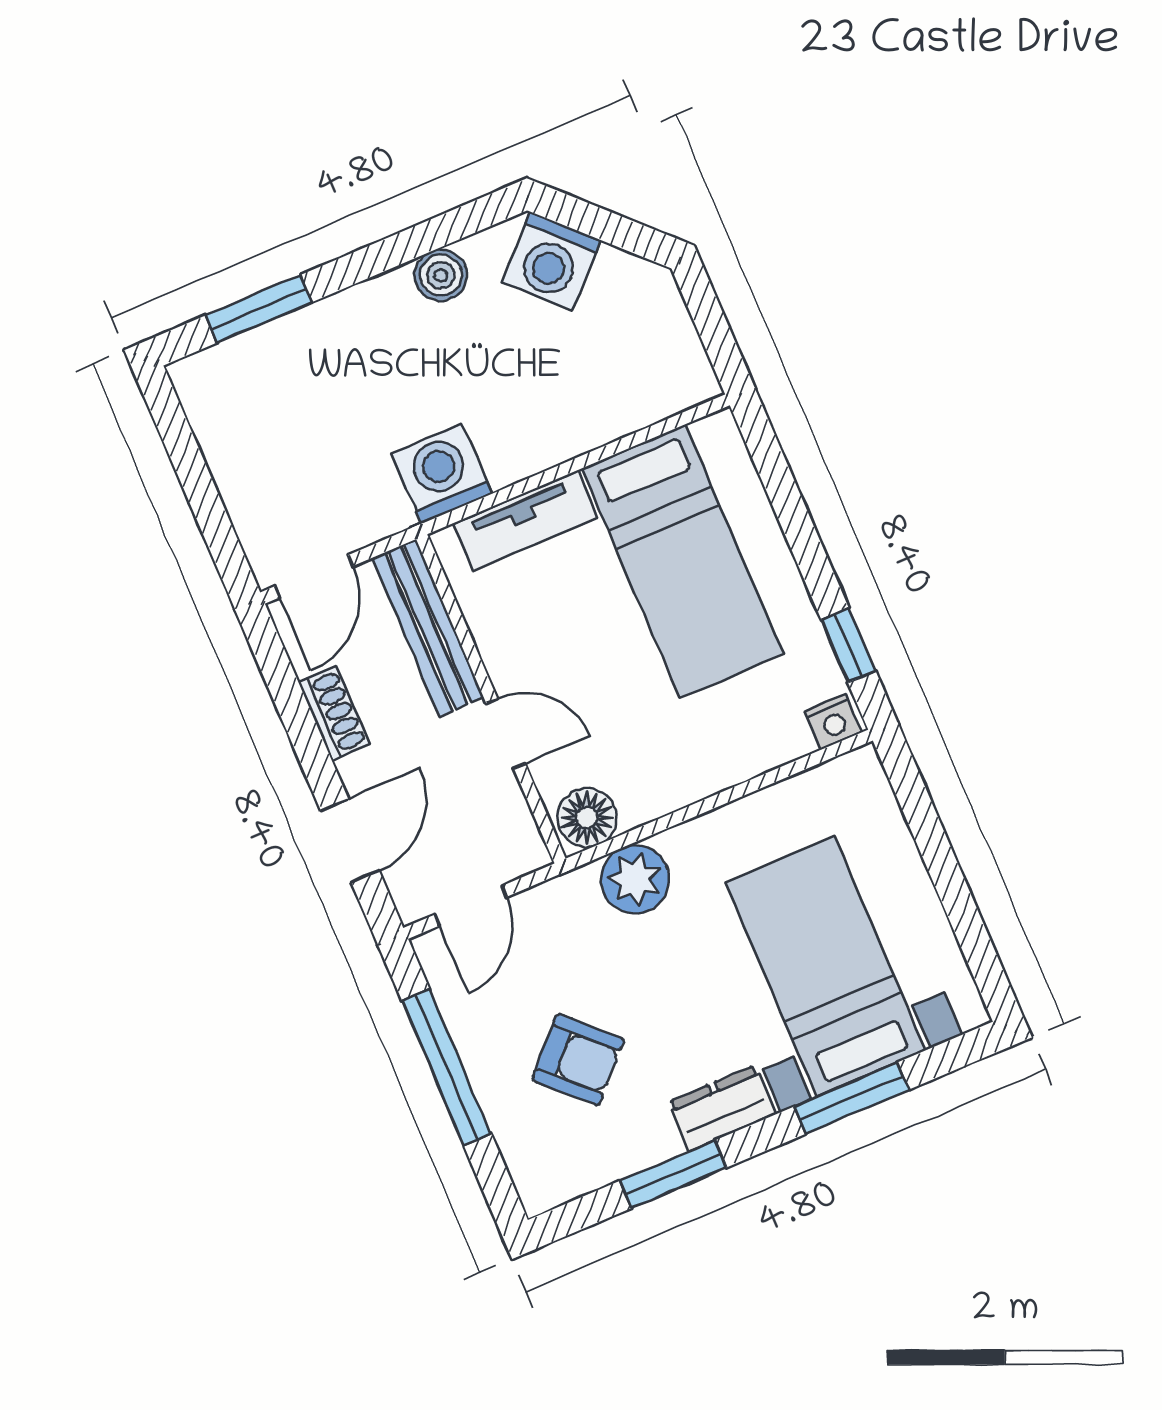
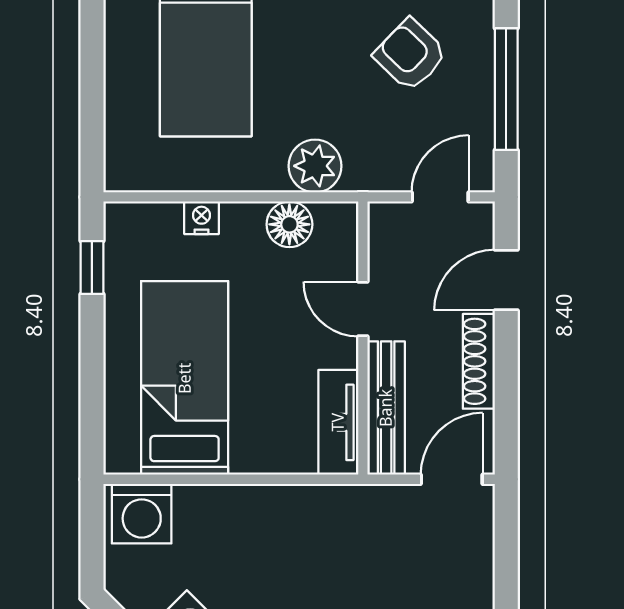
washing machine: (442, 473) -> (142, 514), moved
tv unit: (525, 520) -> (338, 422), moved, turned -90
shoe rack: (334, 713) -> (479, 361), width x1.43
nightstand: (833, 722) -> (202, 218), moved
floor lamp: (587, 818) -> (289, 224), moved

